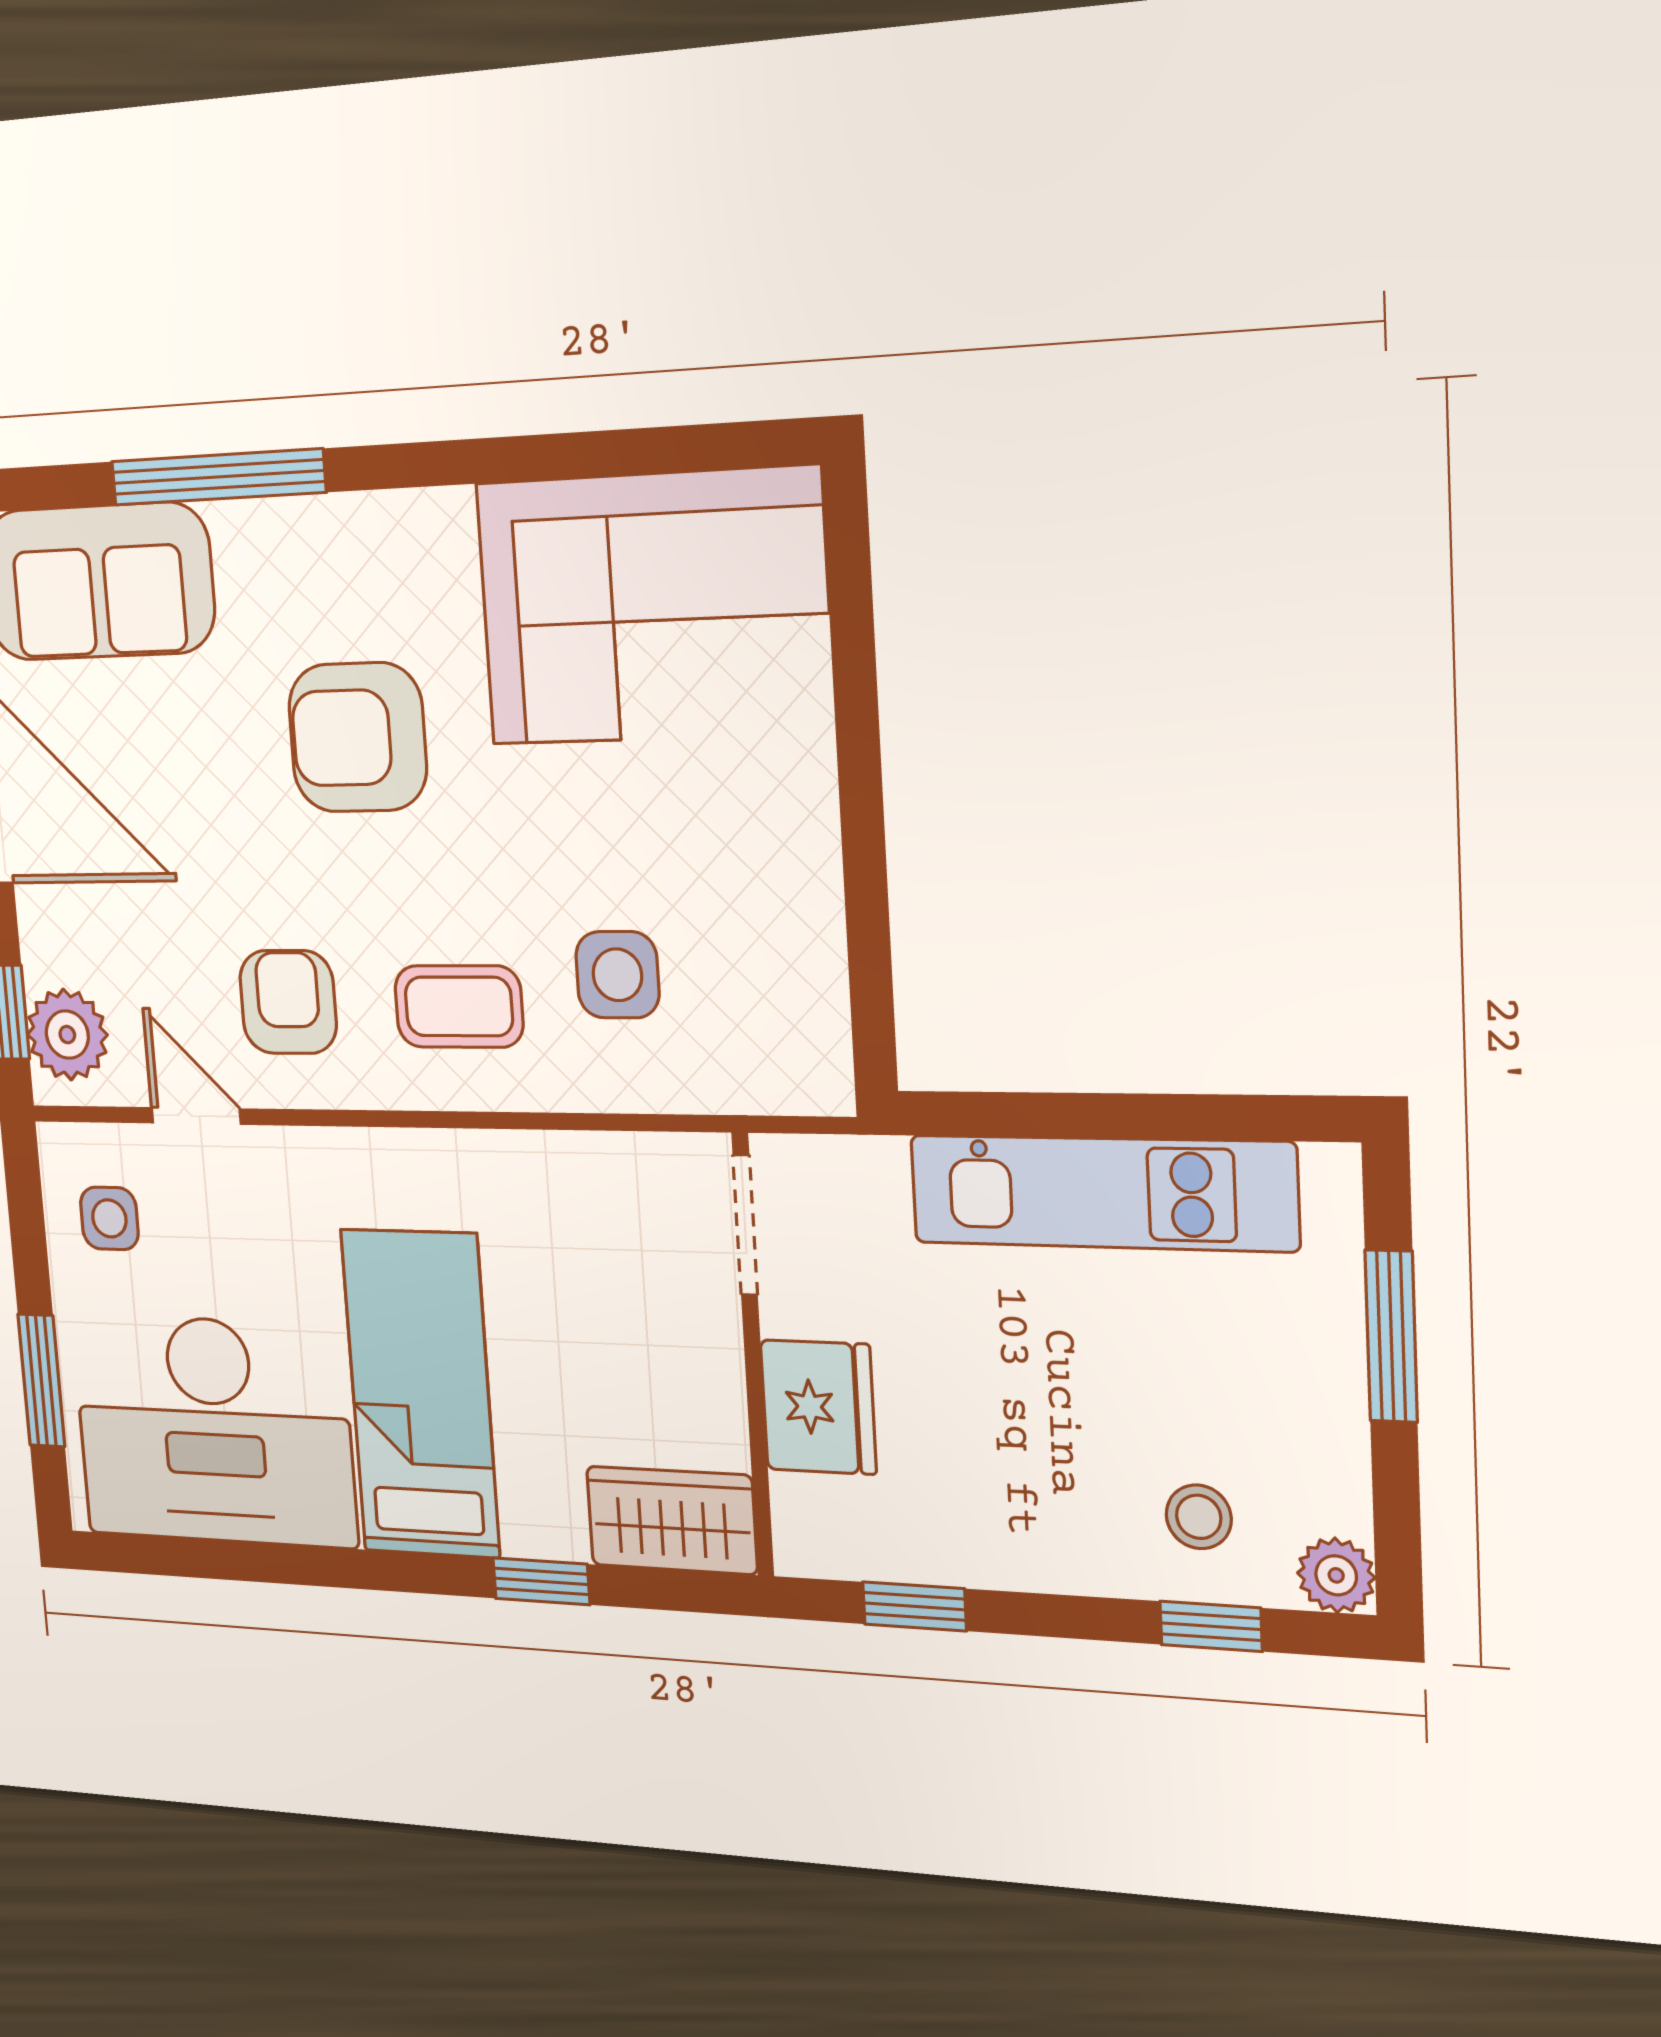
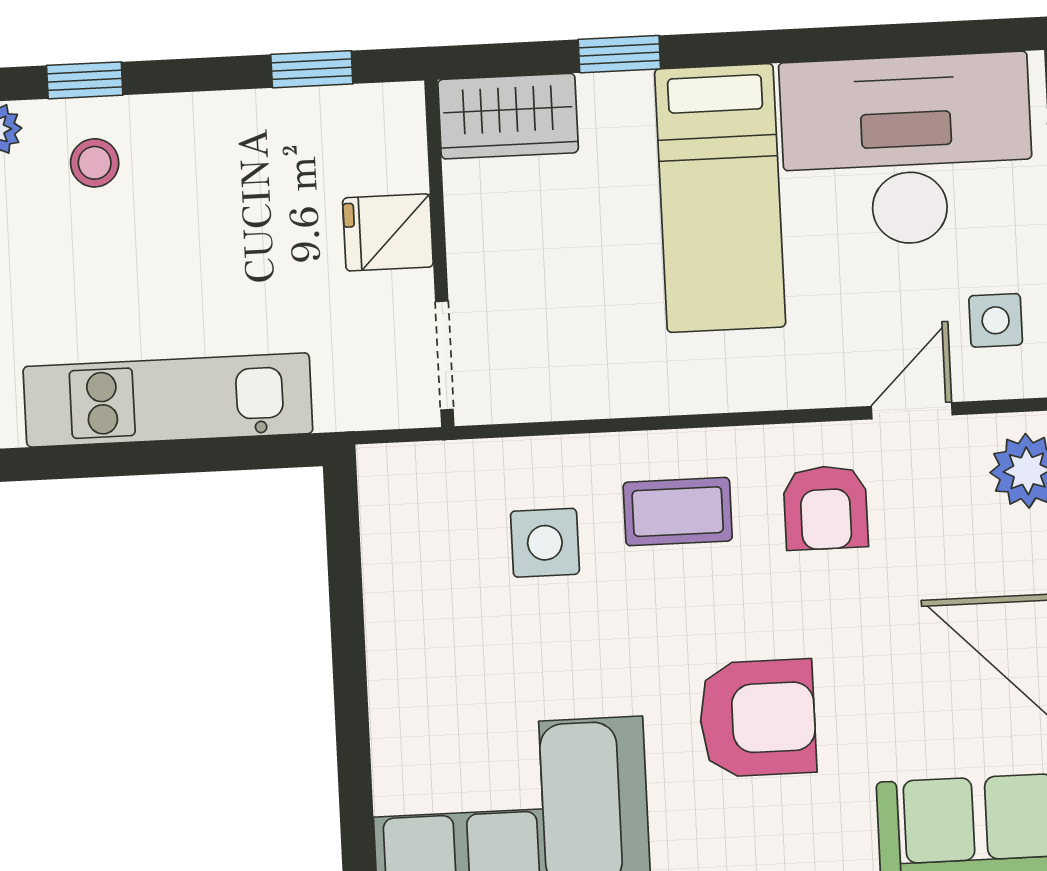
door: (196, 1116) -> (912, 411), swing flipped
fridge: (818, 1407) -> (388, 232), width x0.72

